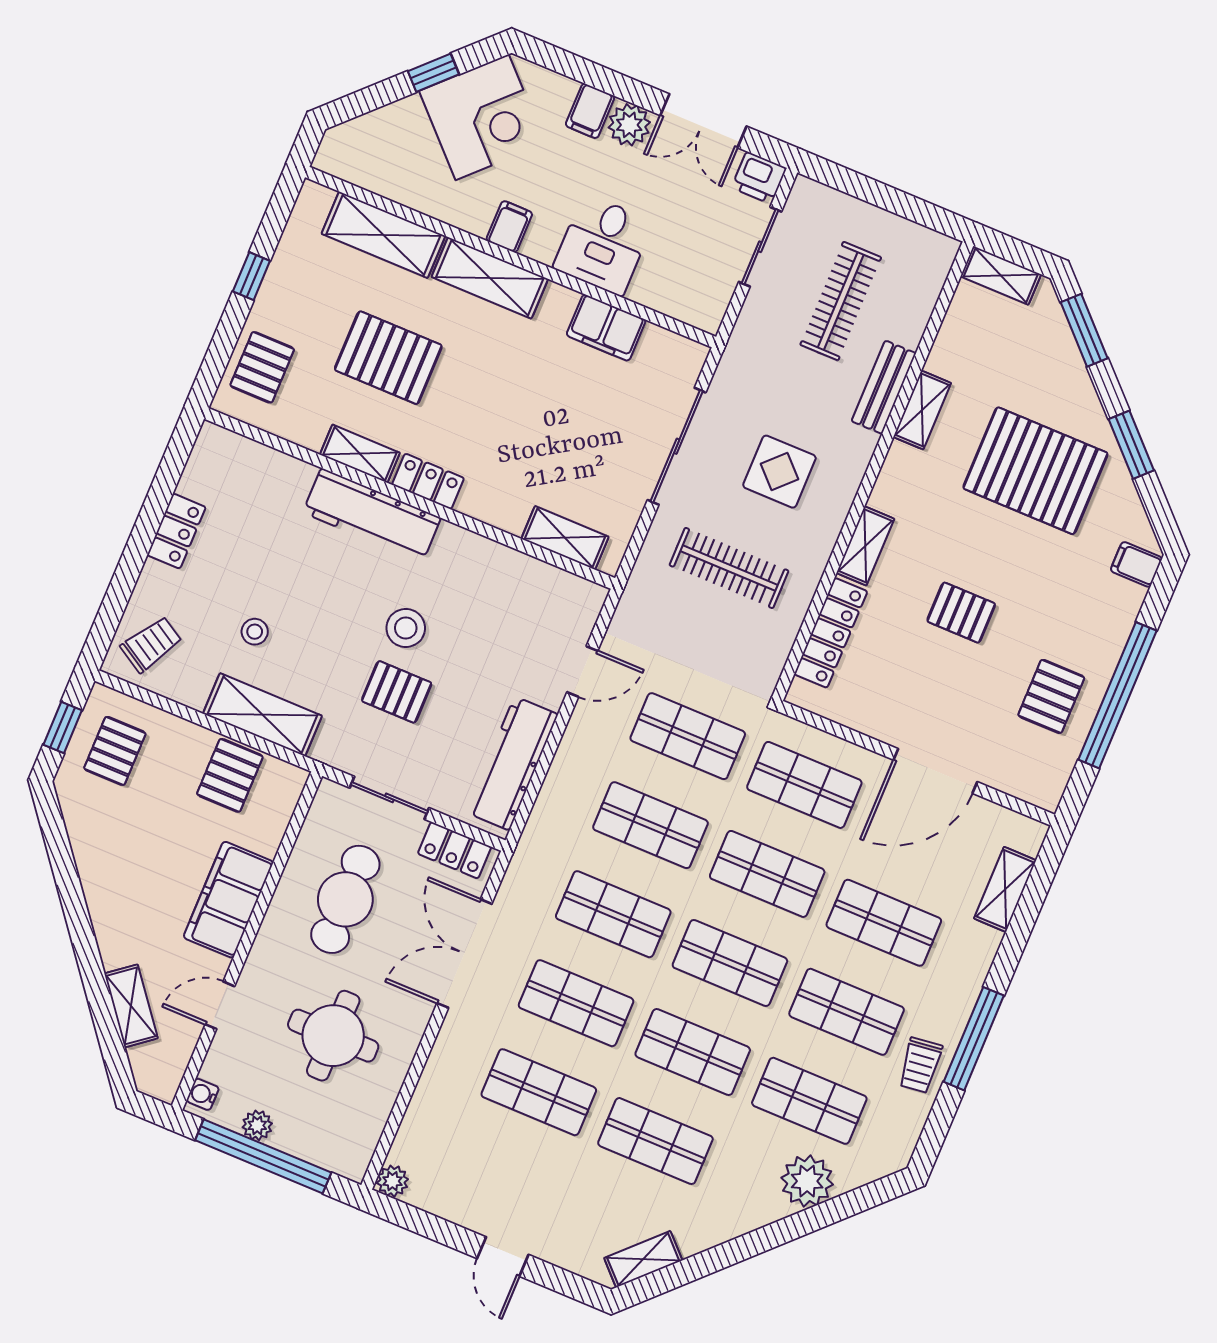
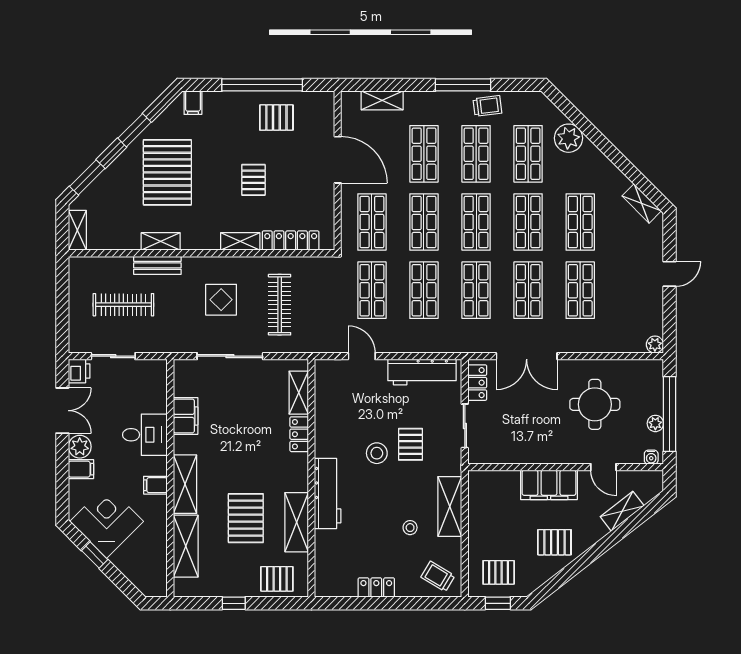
shelving: (360, 454) -> (297, 522), width x1.50, depth x1.33
locker: (428, 481) -> (299, 434), moved
pallet: (230, 775) -> (554, 542), moved
cafe table: (345, 899) -> (524, 427), removed

